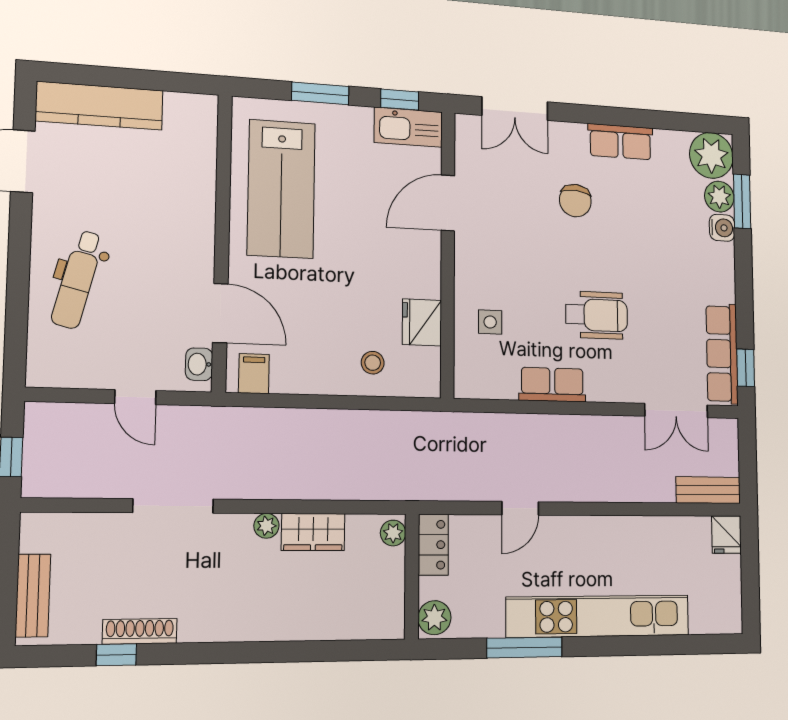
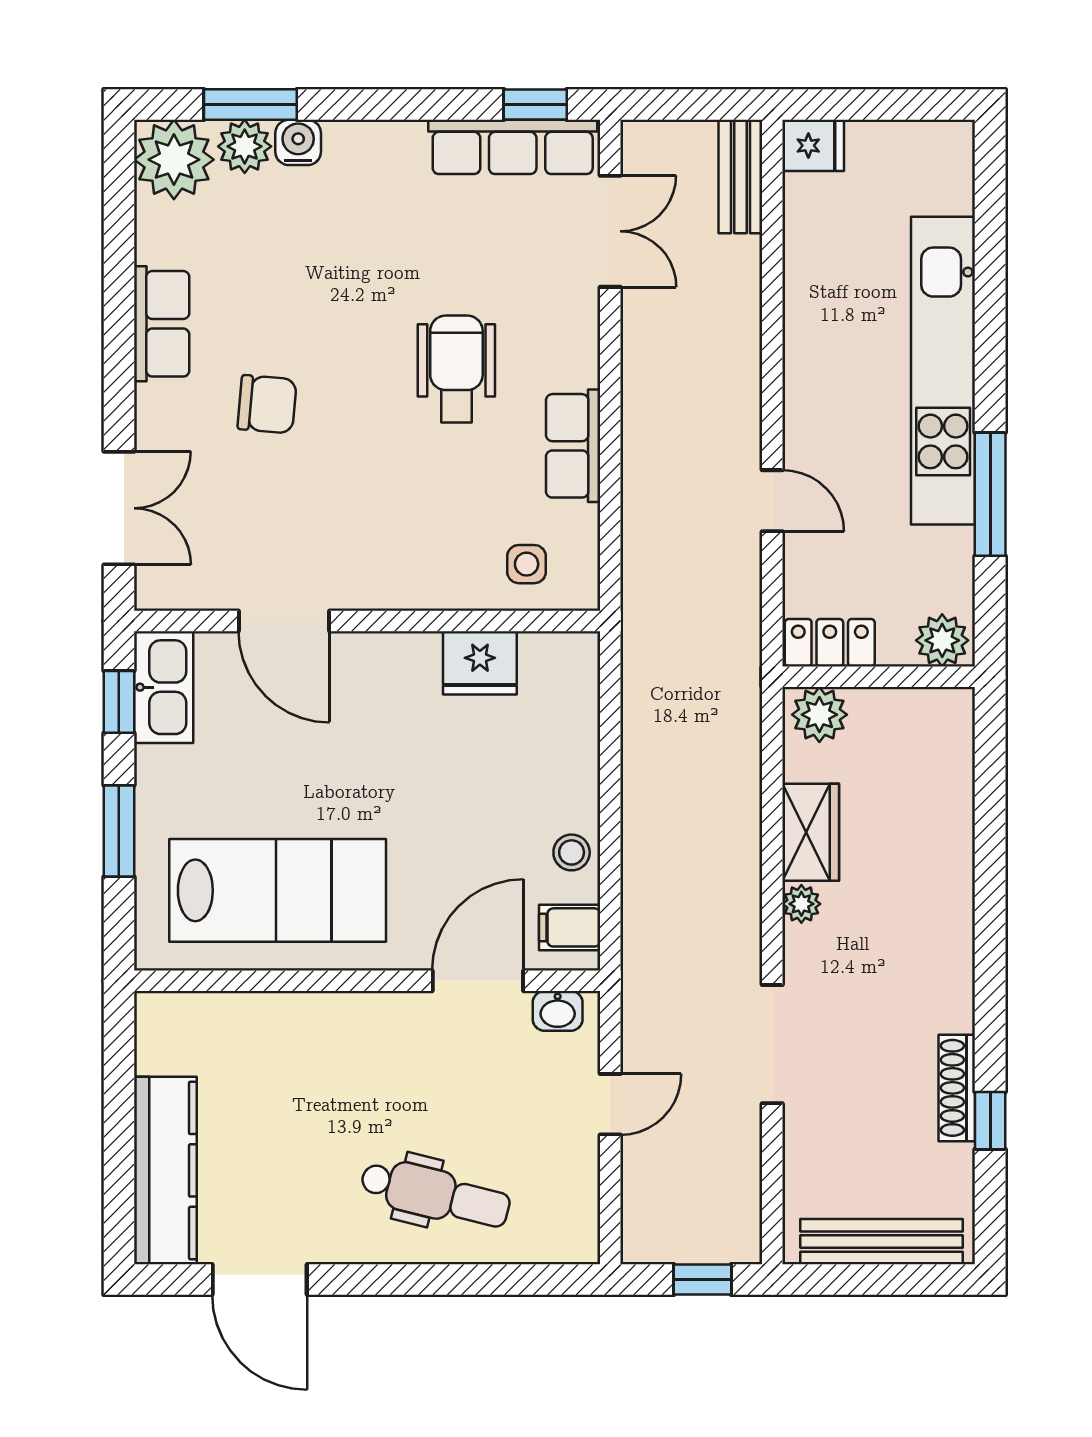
side table: (490, 322) -> (527, 564), moved
stool: (373, 363) -> (572, 852), moved
plant: (393, 533) -> (819, 715), width x1.38, depth x1.38
bench: (33, 595) -> (882, 1242), width x1.36

